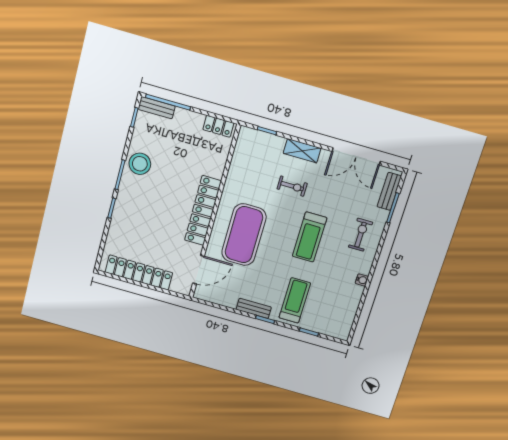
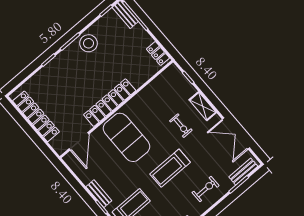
exercise mat: (244, 235) -> (127, 137), turned 90
door: (198, 270) -> (79, 141), hinge flipped

